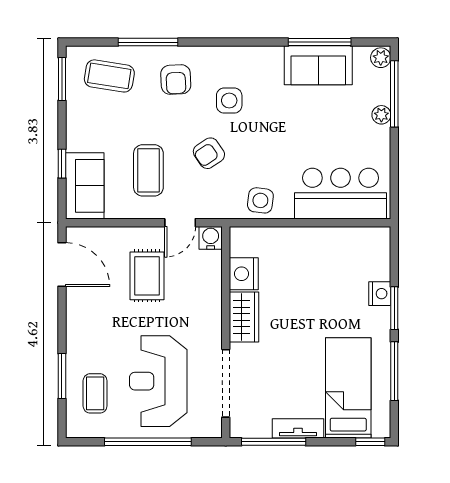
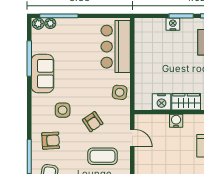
sofa: (318, 65) -> (42, 74), moved
plant: (381, 115) -> (50, 23), moved
water cooler: (211, 238) -> (176, 121), moved, turned 90
rug: (147, 276) -> (163, 157), removed

